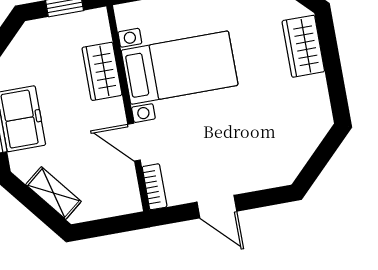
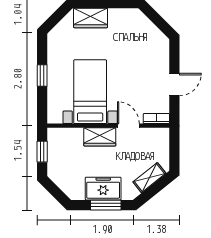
wardrobe: (102, 71) -> (100, 137), moved
door: (134, 142) -> (128, 126), swing flipped

